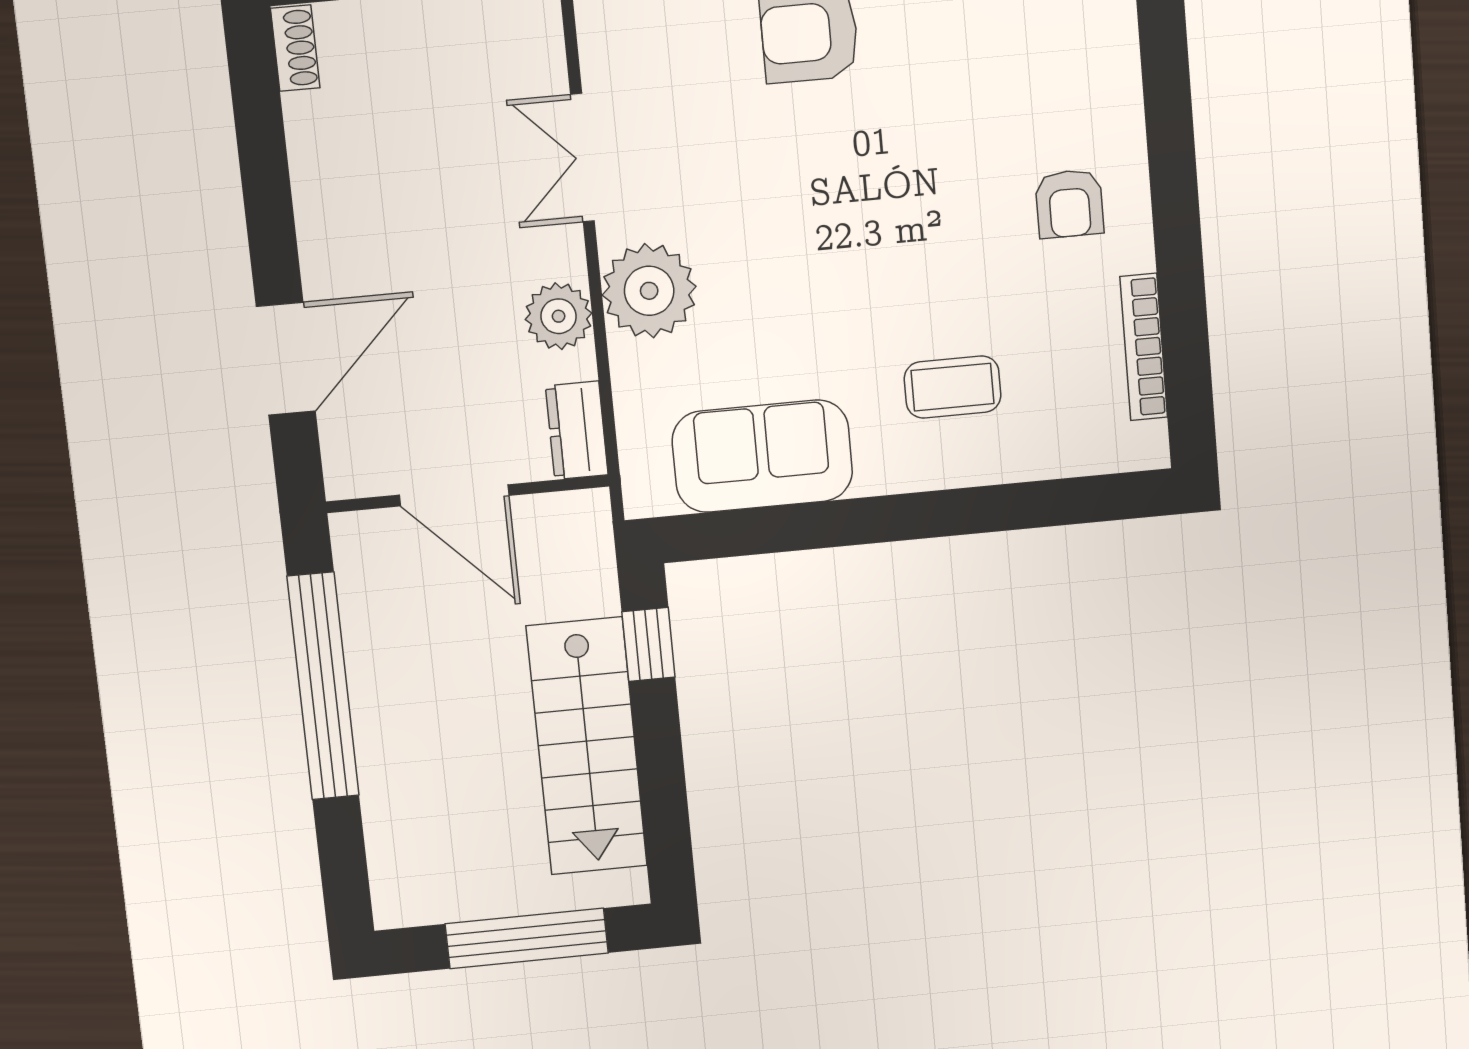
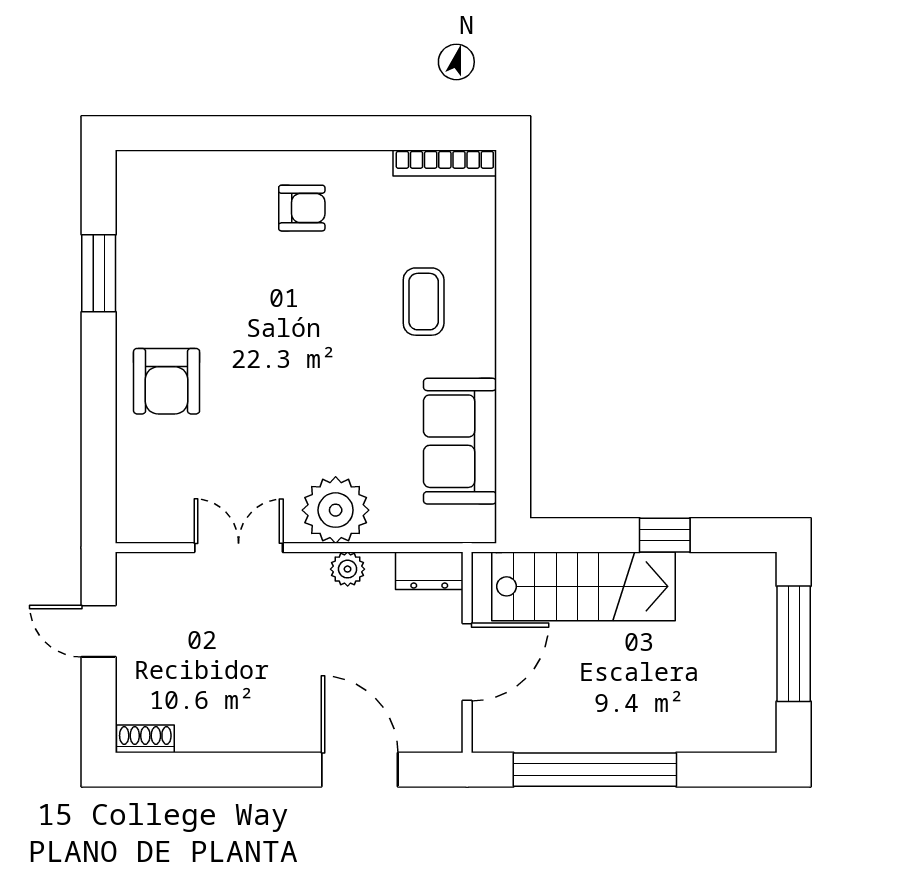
double door: (582, 158) -> (239, 548), swing flipped
plant: (559, 316) -> (348, 569), width x0.73, depth x0.73
bookcase: (1144, 347) -> (445, 163), moved
window: (648, 644) -> (665, 535), moved
stairs: (587, 746) -> (584, 586), moved

